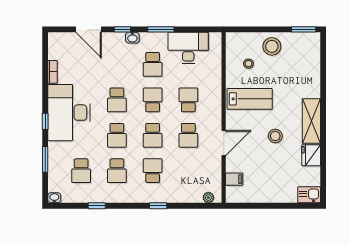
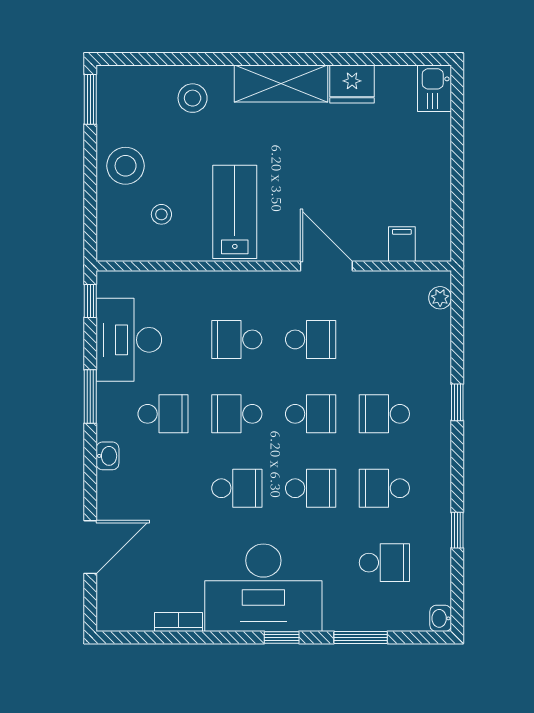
window: (122, 29) -> (90, 301), moved
stool: (275, 136) -> (193, 98), moved
school desk: (117, 171) -> (384, 488), turned 180

